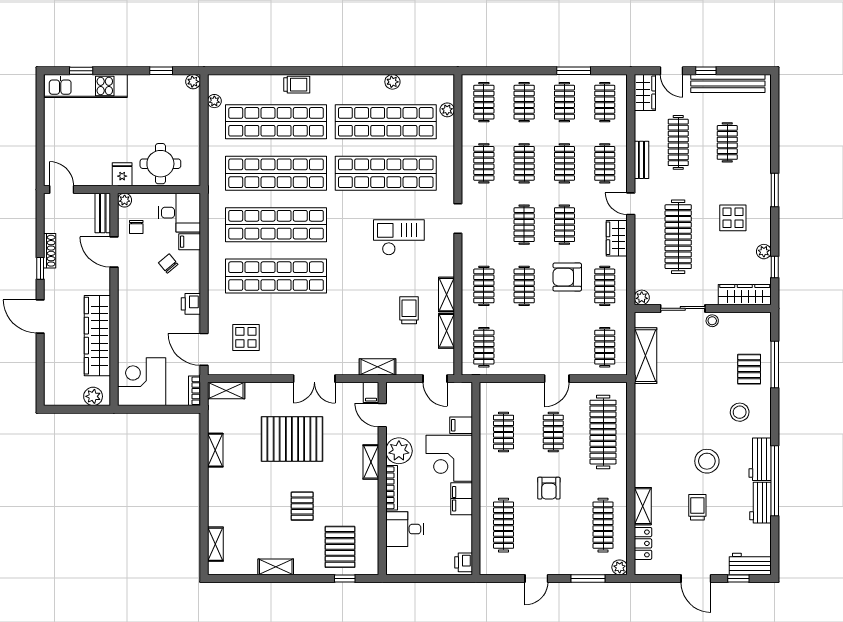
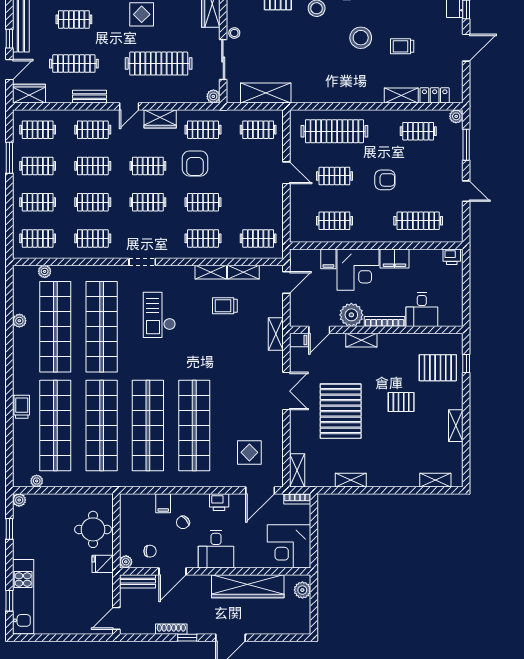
desk: (179, 213) -> (216, 549), moved, turned 180
clothes rail: (603, 525) -> (418, 131), width x0.73

